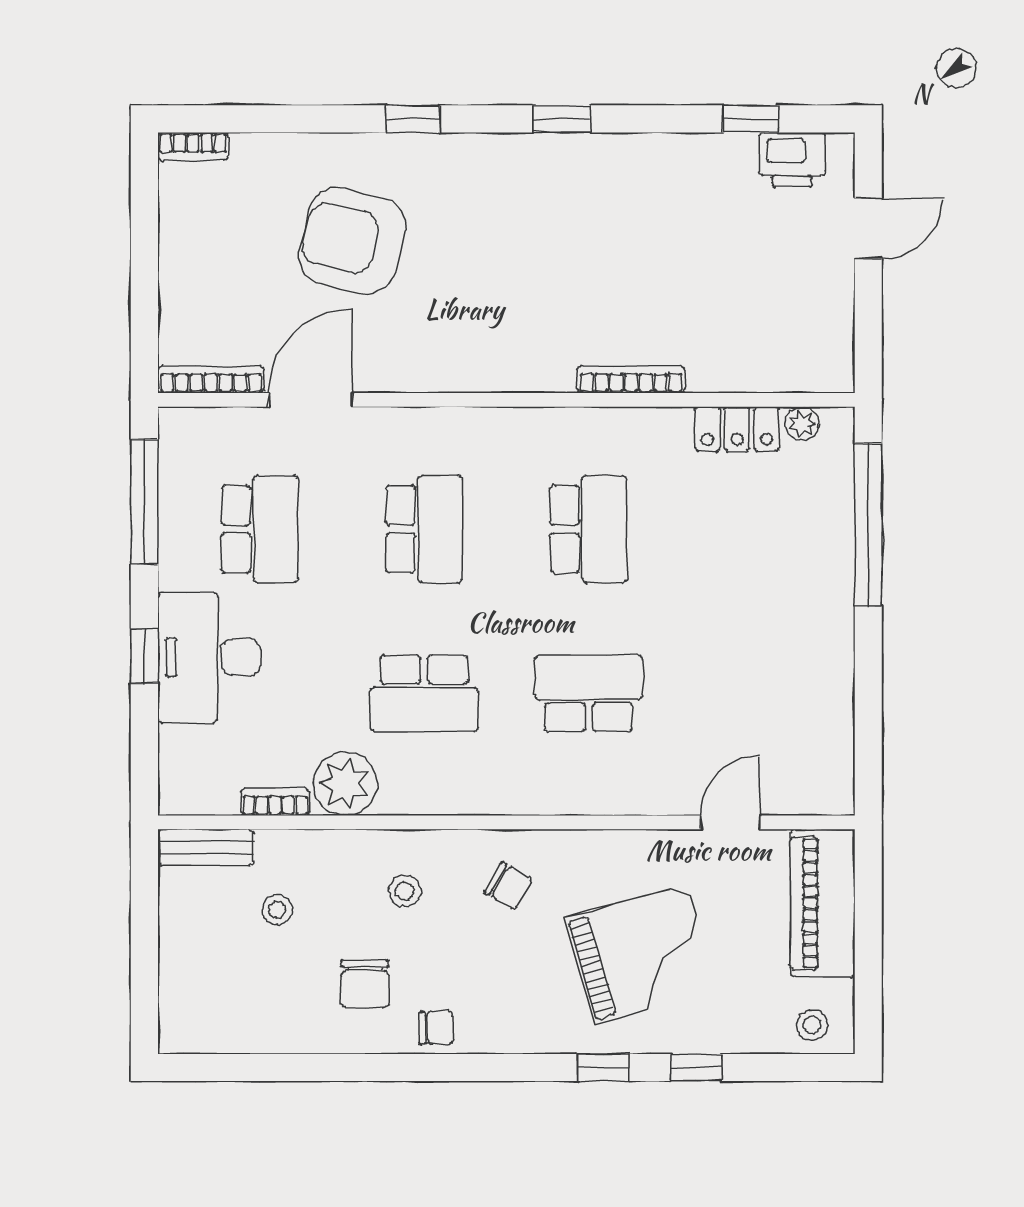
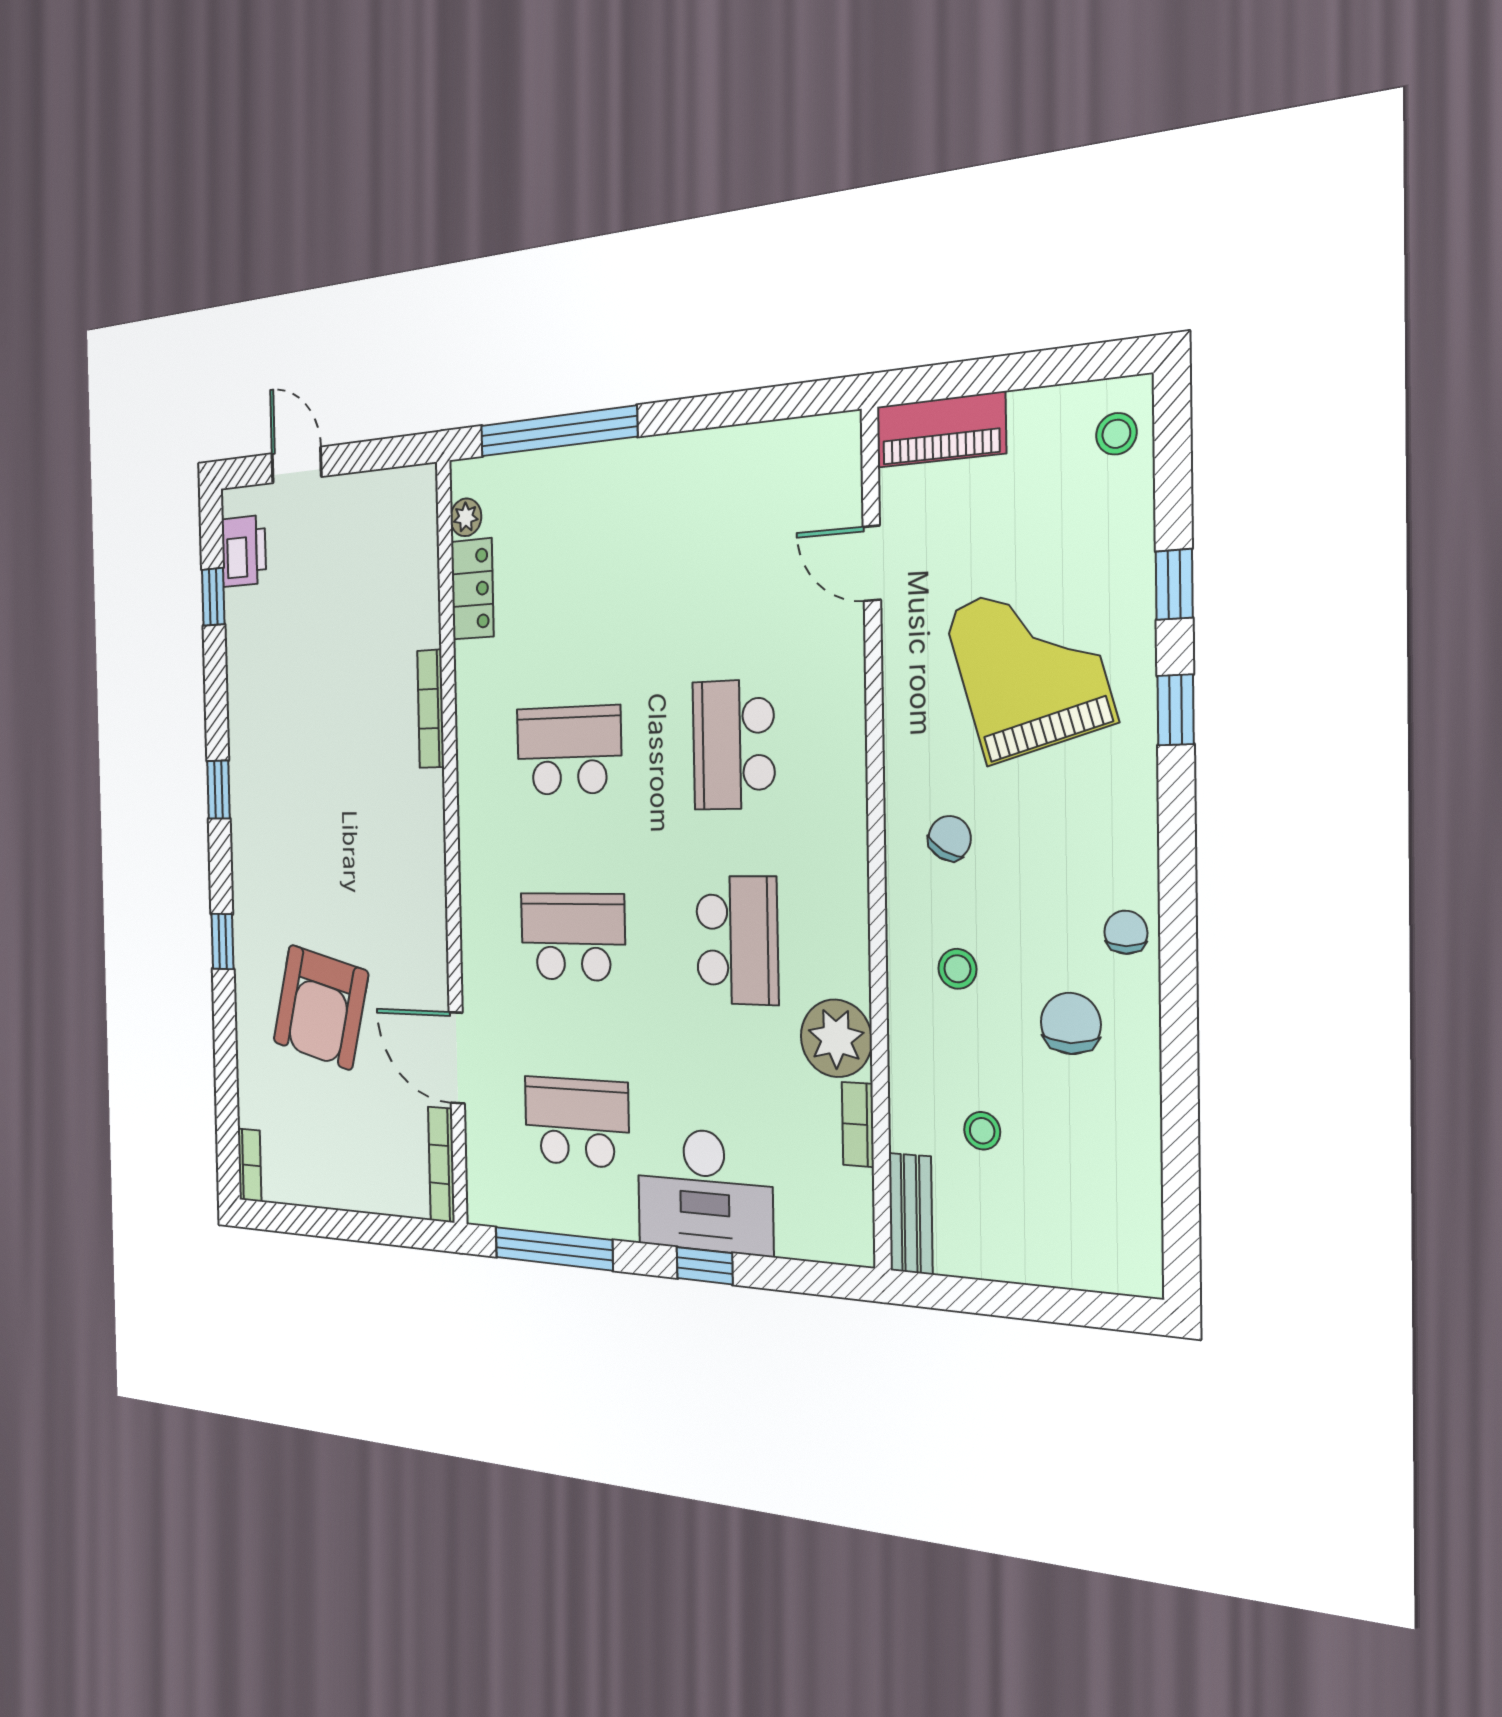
piano: (823, 903) -> (941, 430), width x0.73, depth x0.75
chair: (365, 983) -> (1071, 1024), turned -90

